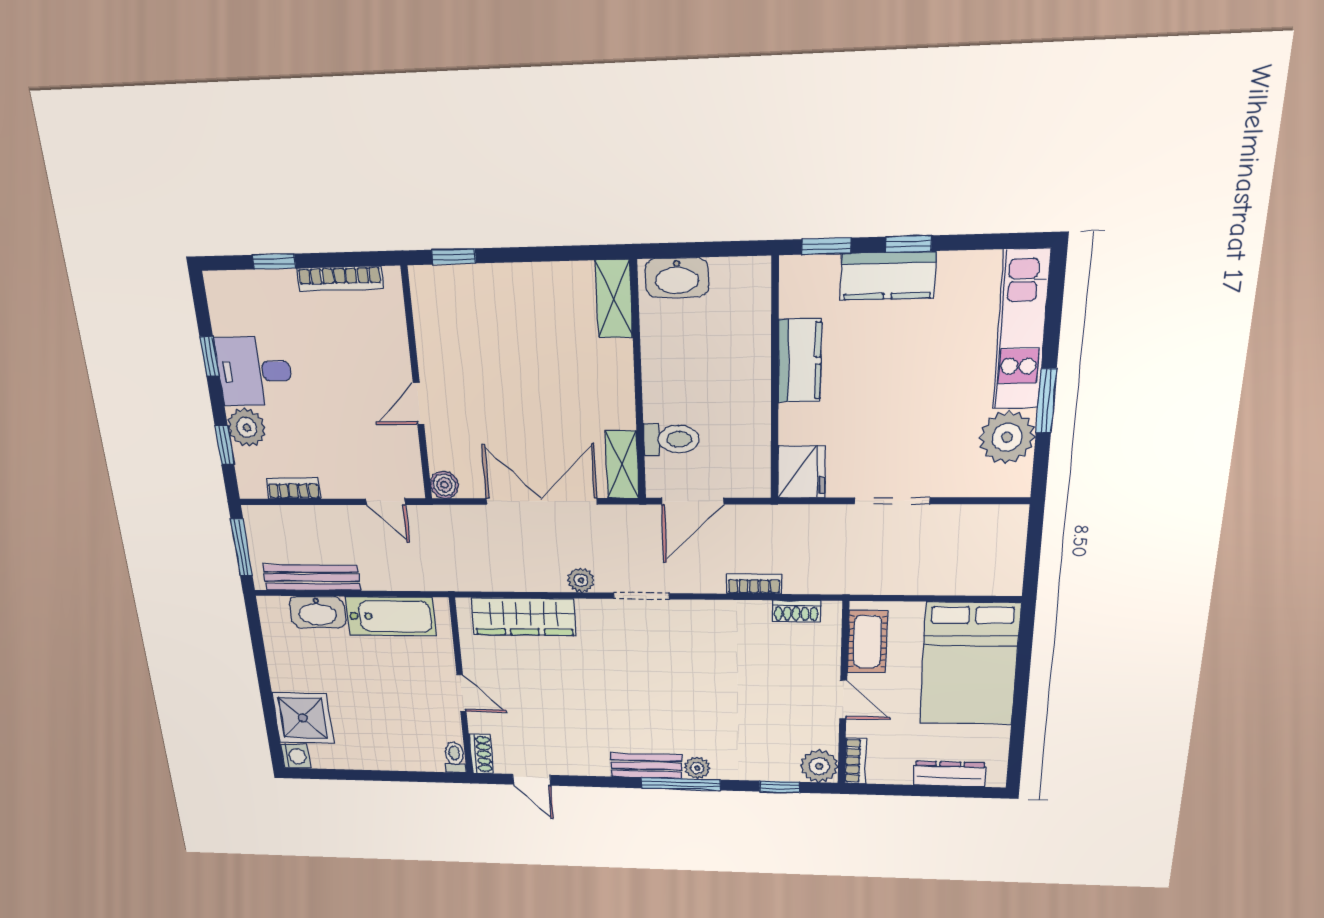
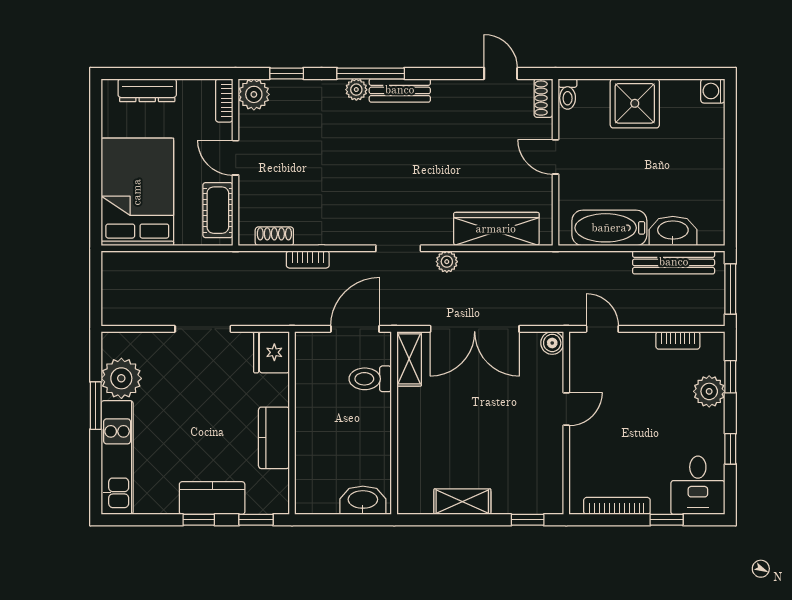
shelving: (614, 299) -> (462, 502), moved, turned 90
desk: (254, 371) -> (698, 485), moved, turned 90
shower: (303, 718) -> (635, 103), moved

